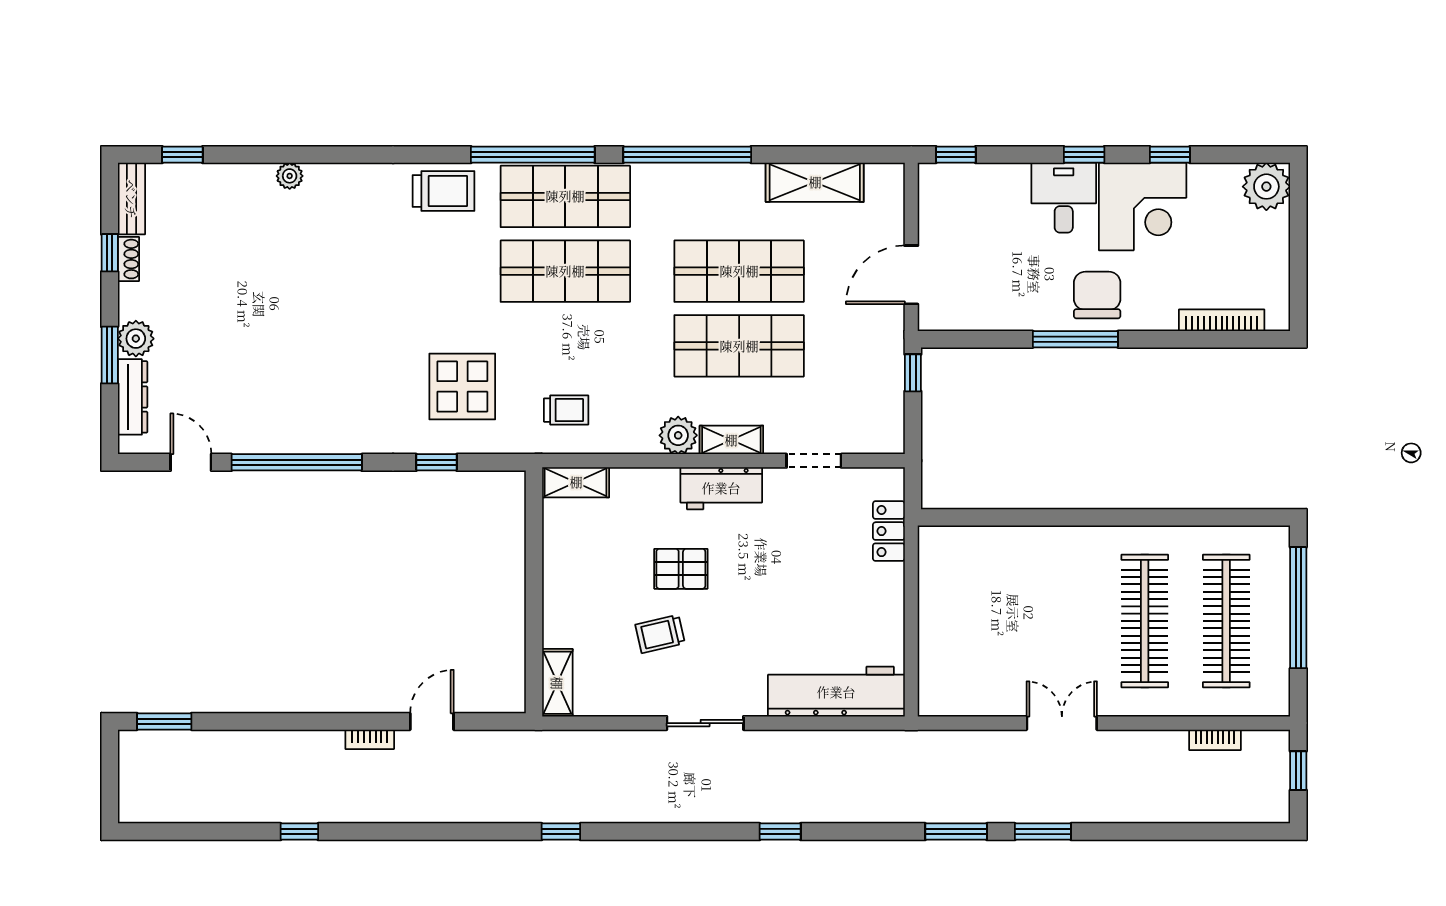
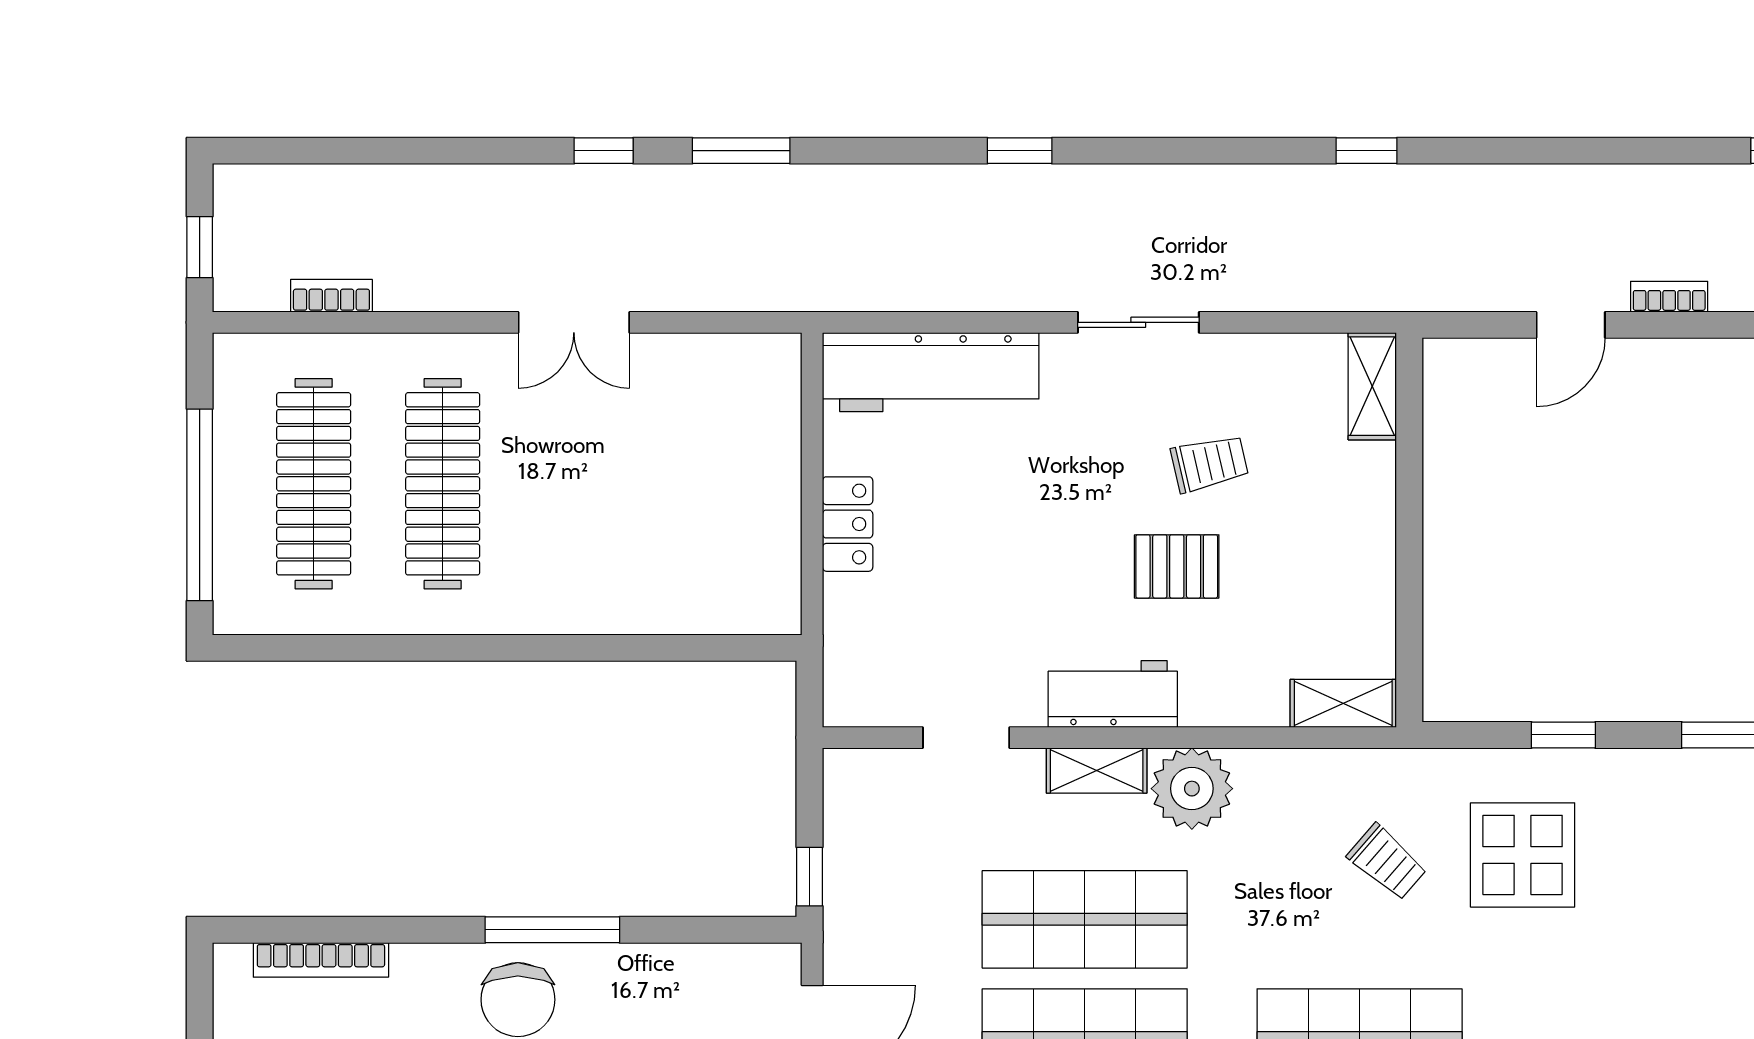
trolley: (566, 410) -> (1387, 862), moved, turned -139
plant: (678, 435) -> (1192, 789), width x1.36, depth x1.36
locker: (889, 531) -> (848, 524), moved
window: (1043, 832) -> (604, 151), width x0.67

